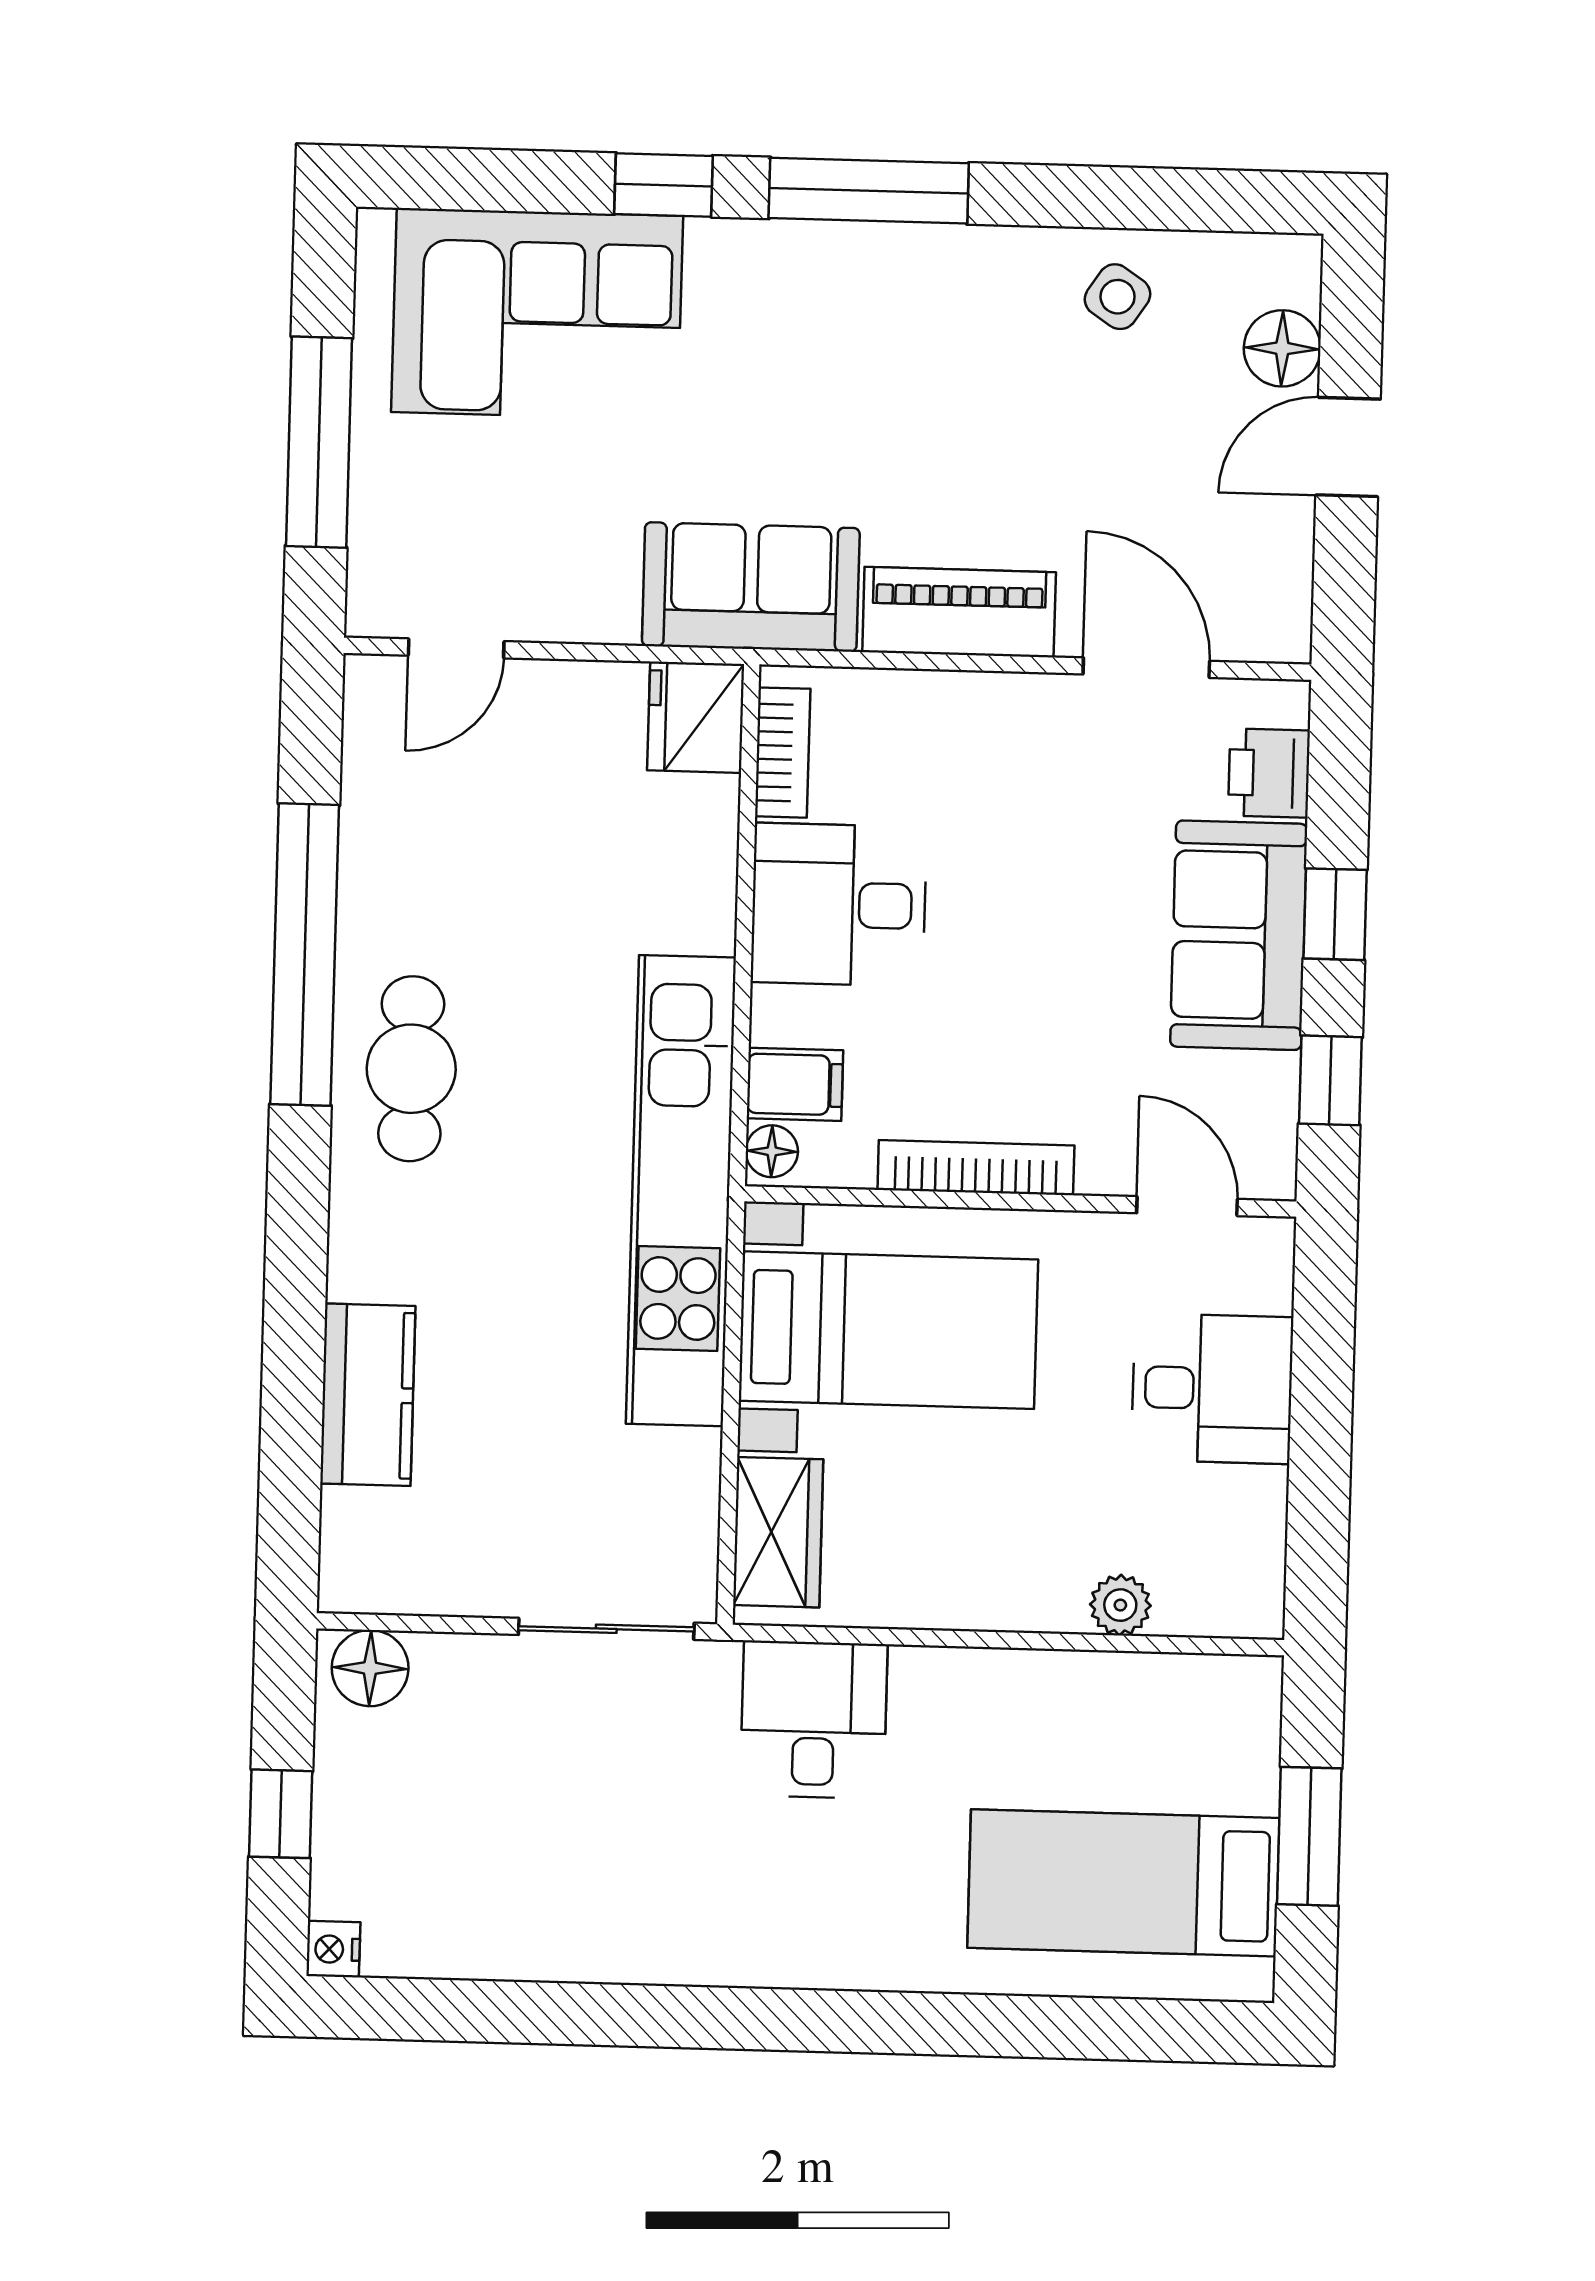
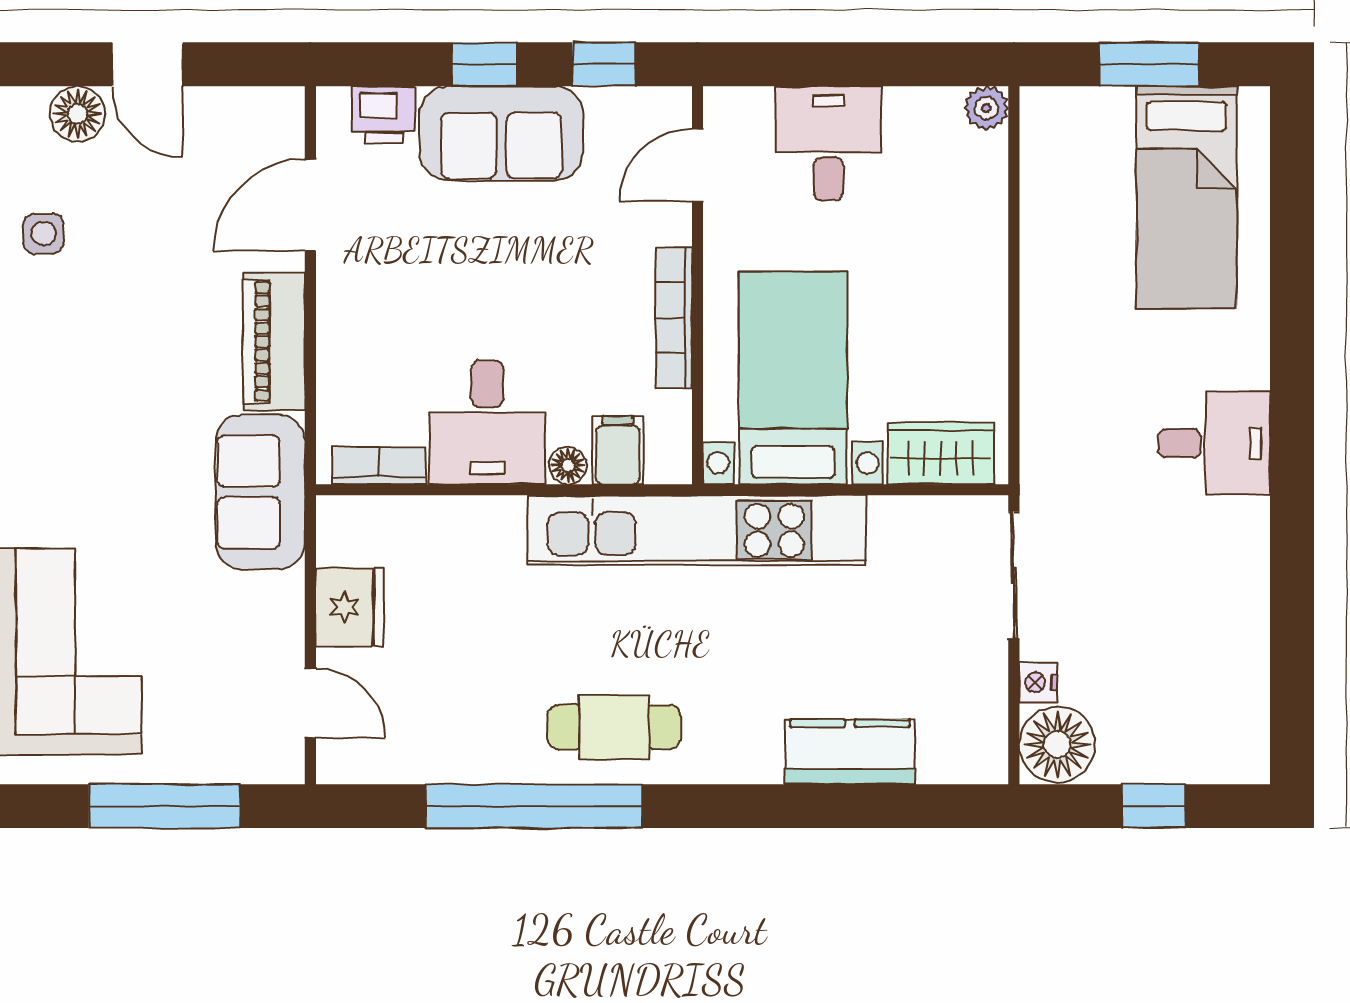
side table: (1118, 297) -> (44, 234), turned -34
fridge: (696, 717) -> (350, 607), moved, turned -90
floor lamp: (772, 1151) -> (568, 466), moved
plant: (1120, 1605) -> (986, 108), moved
floor lamp: (370, 1668) -> (1057, 745), width x1.38, depth x1.38
desk: (814, 1720) -> (1214, 443), moved, turned 180
nightstand: (333, 1949) -> (1038, 682), moved, turned 90

